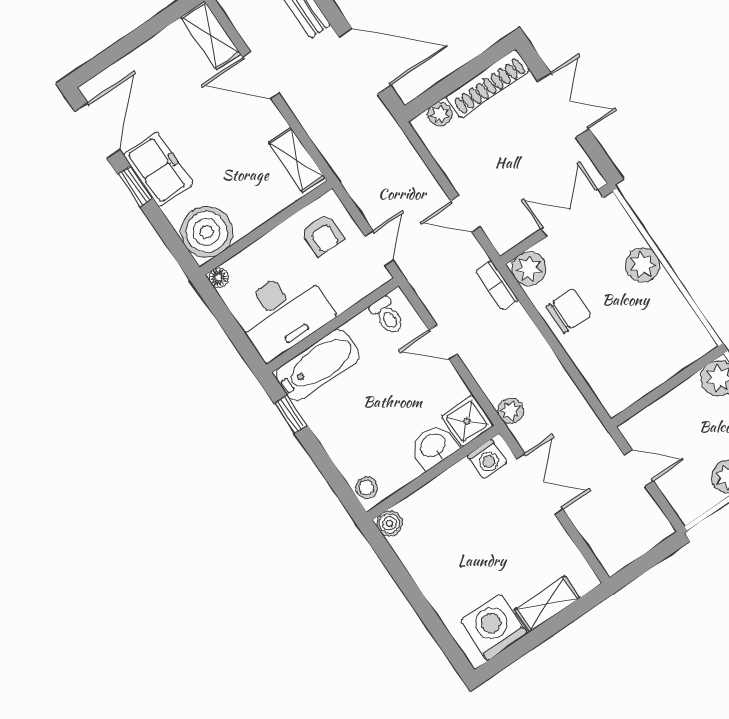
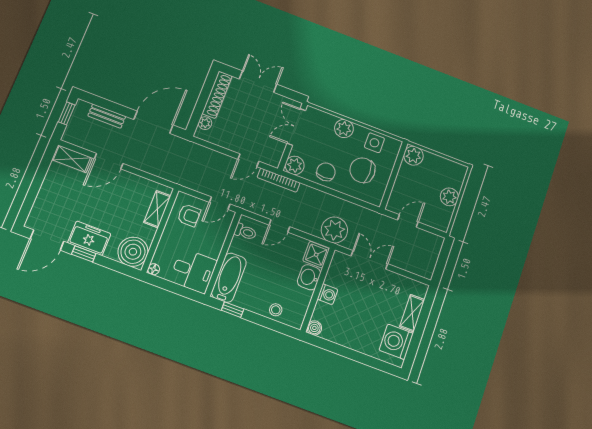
door: (97, 130) -> (47, 240), swing flipped
shelving: (297, 160) -> (157, 209), moved, turned 90
door: (379, 248) -> (220, 203), swing flipped
bookcase: (497, 285) -> (279, 180), width x1.56
desk: (283, 313) -> (193, 271), width x0.73
side table: (674, 318) -> (374, 143), added
chair: (625, 346) -> (362, 170), added
plant: (511, 411) -> (334, 230), width x1.88, depth x1.88
washing machine: (487, 459) -> (328, 294), moved
stool: (367, 488) -> (276, 310), moved

